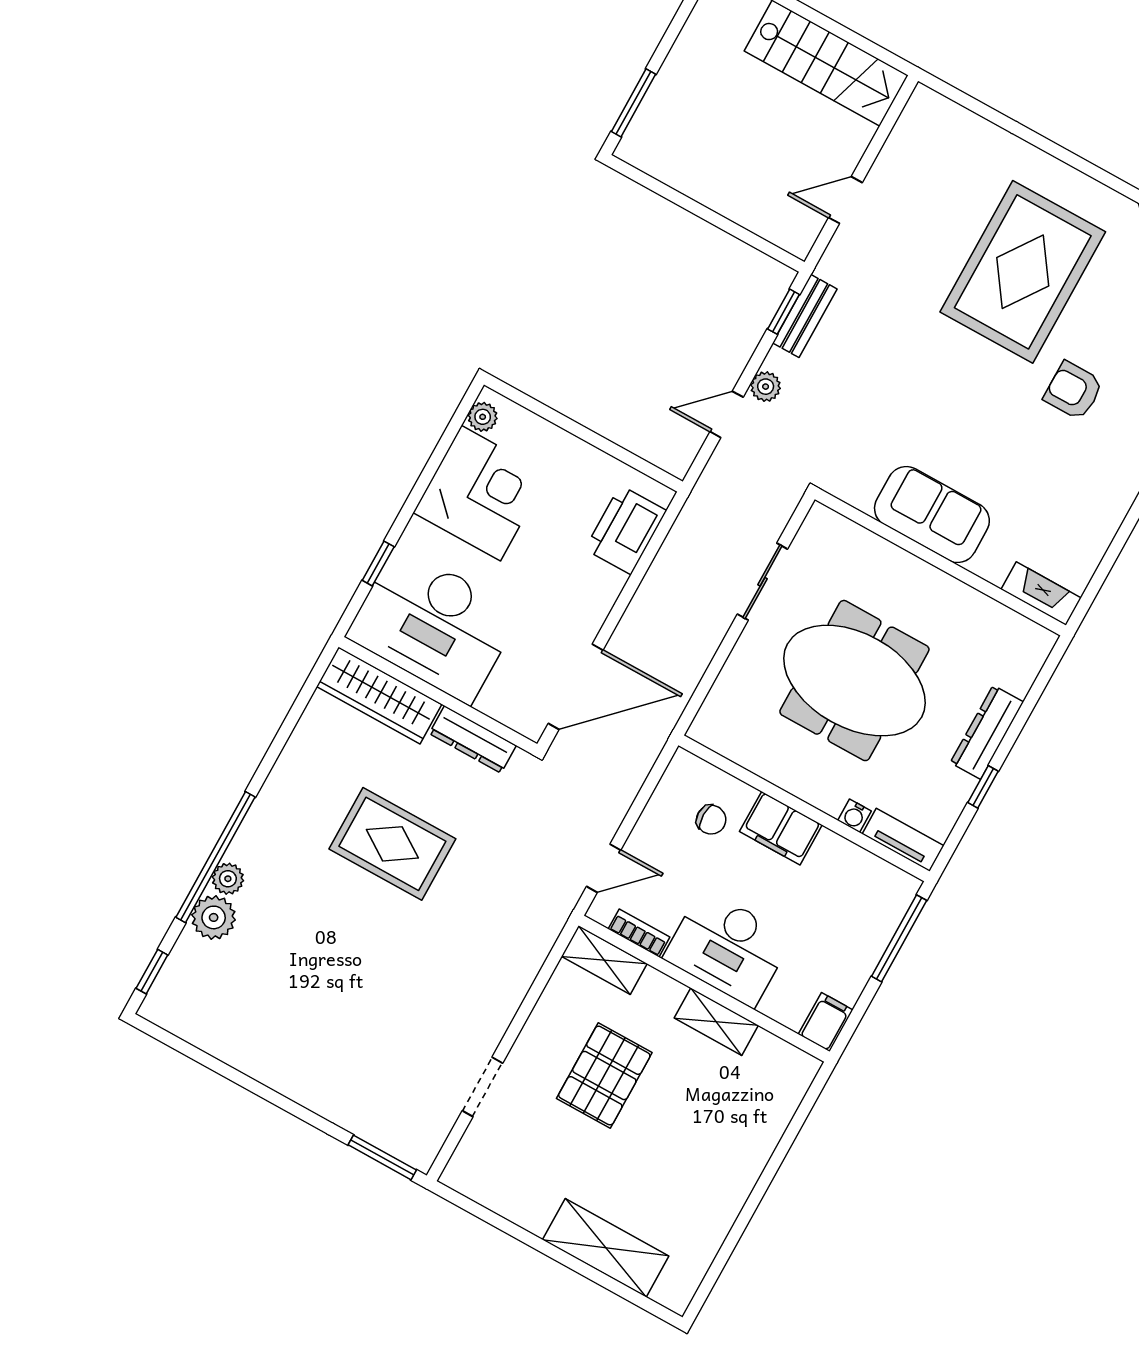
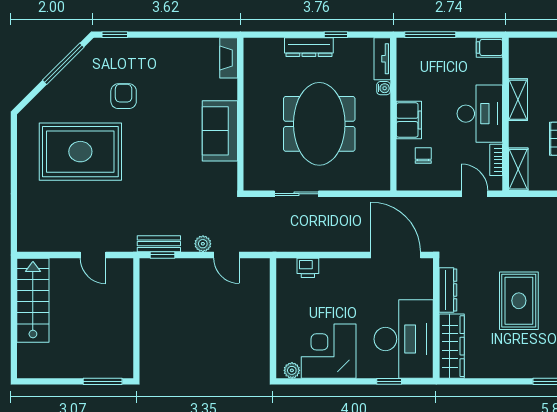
armchair: (1073, 391) -> (124, 96), turned 180
printer: (626, 530) -> (308, 268), width x0.53, depth x0.68

